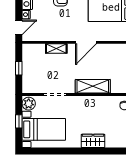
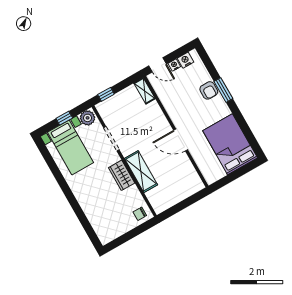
shelving: (56, 49) -> (145, 91), moved
window: (19, 68) -> (106, 94), moved
wardrobe: (93, 141) -> (122, 175), moved, turned 180

